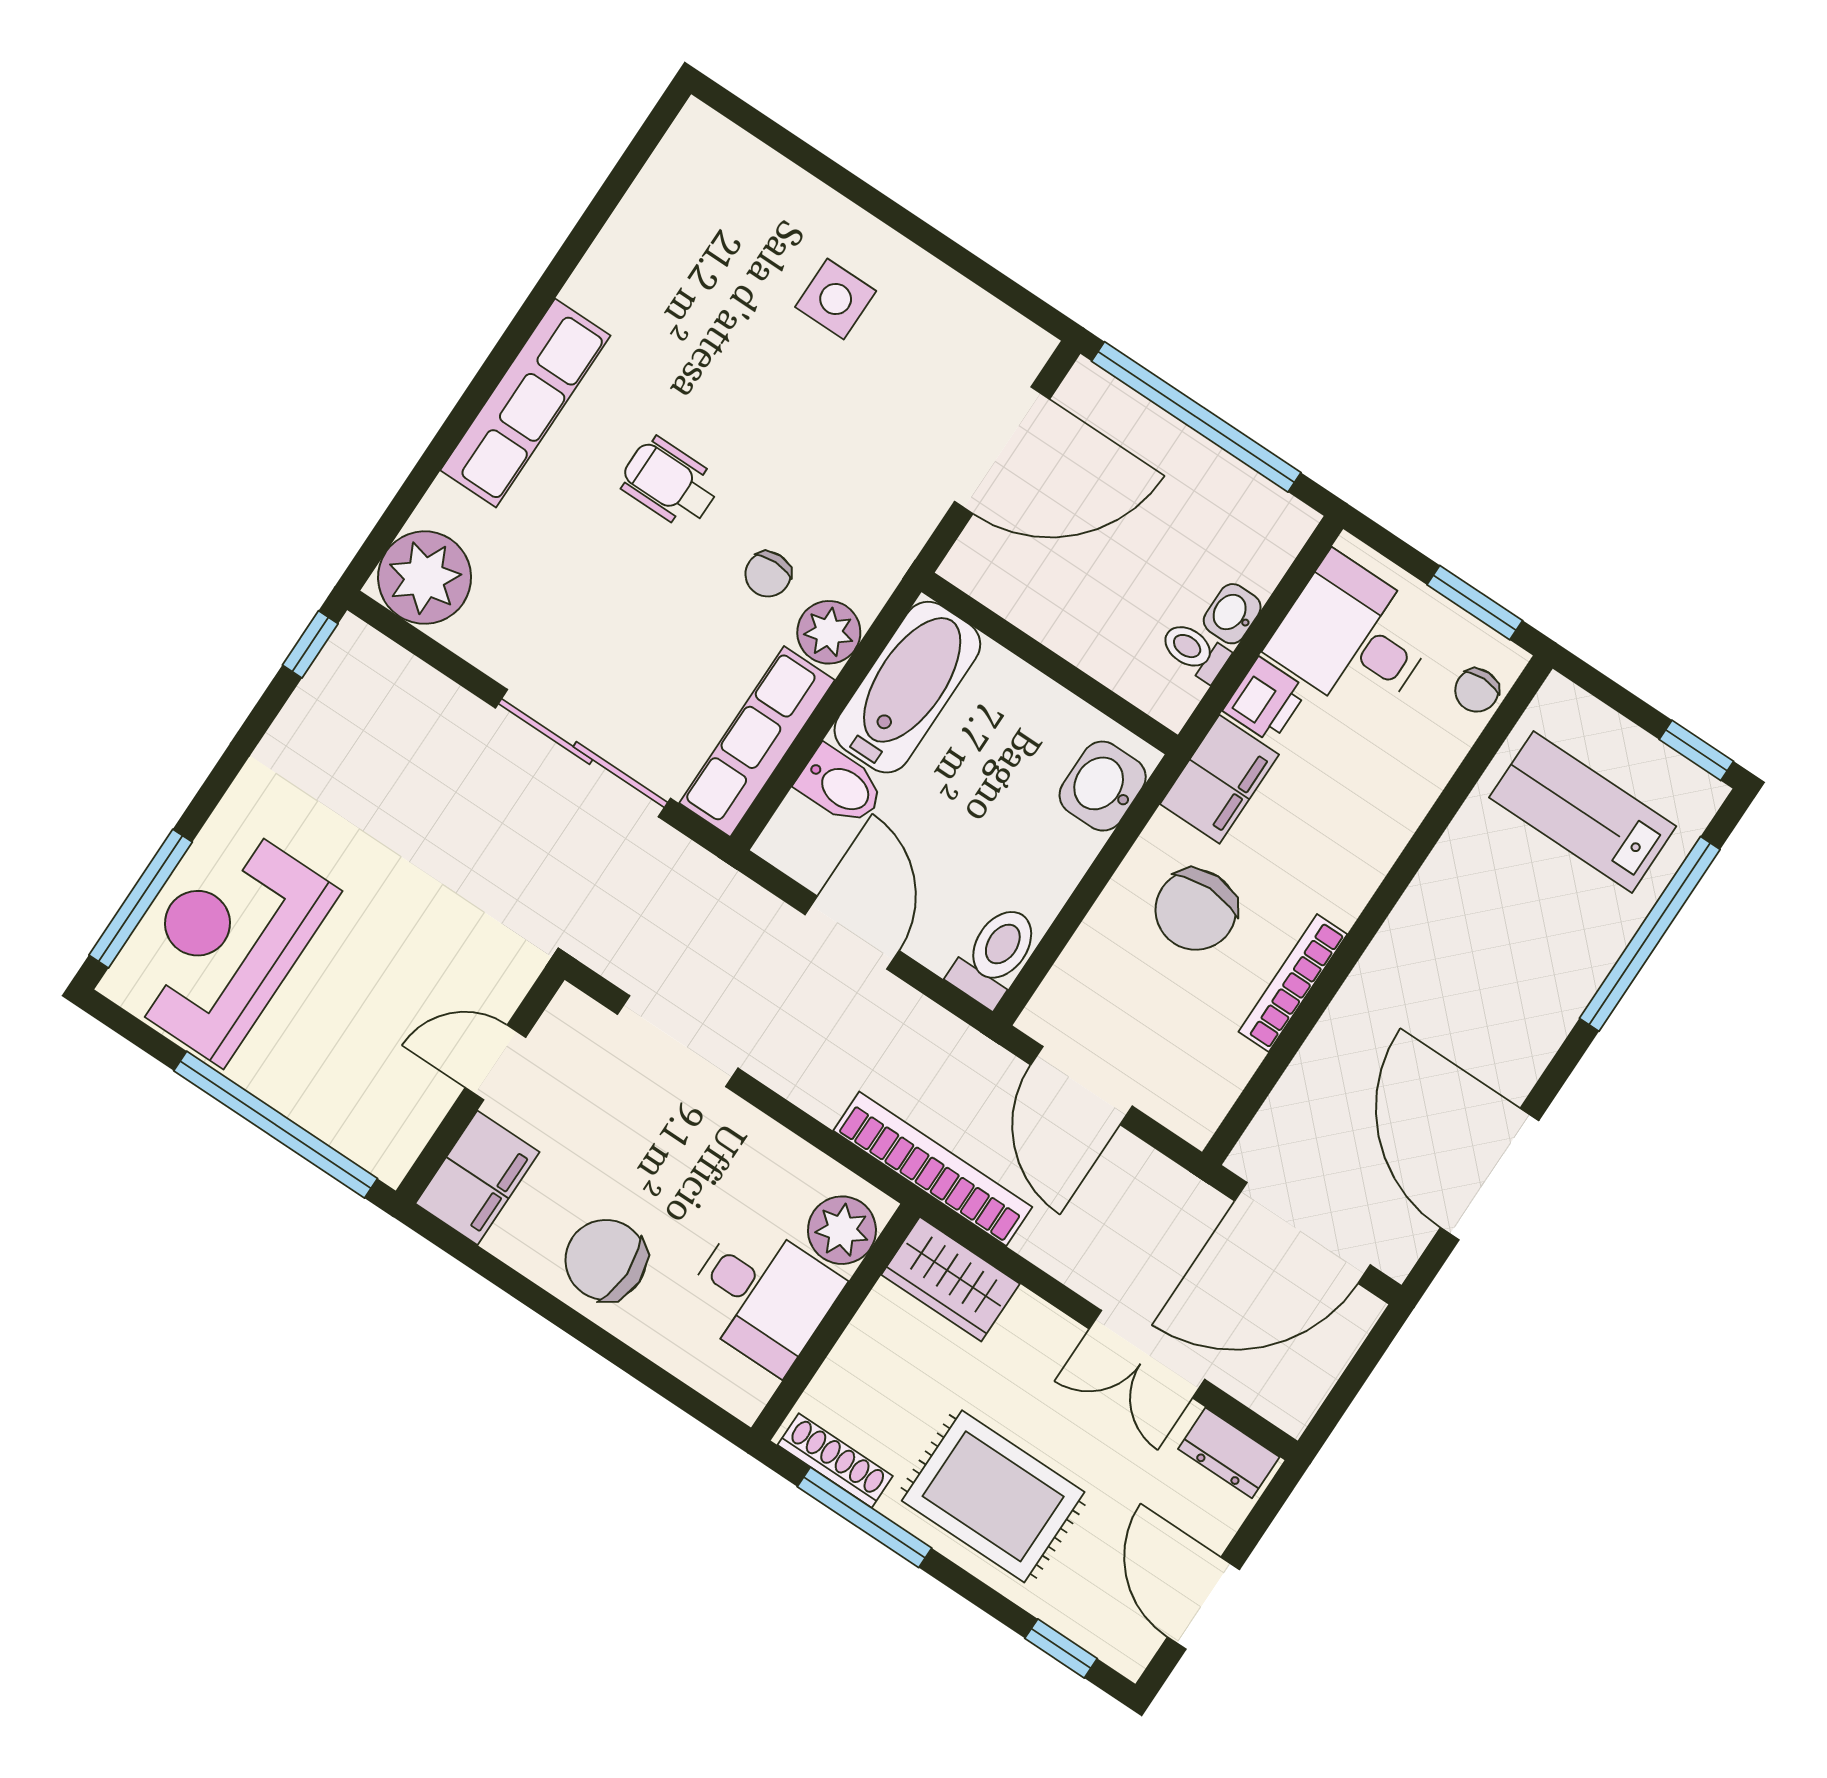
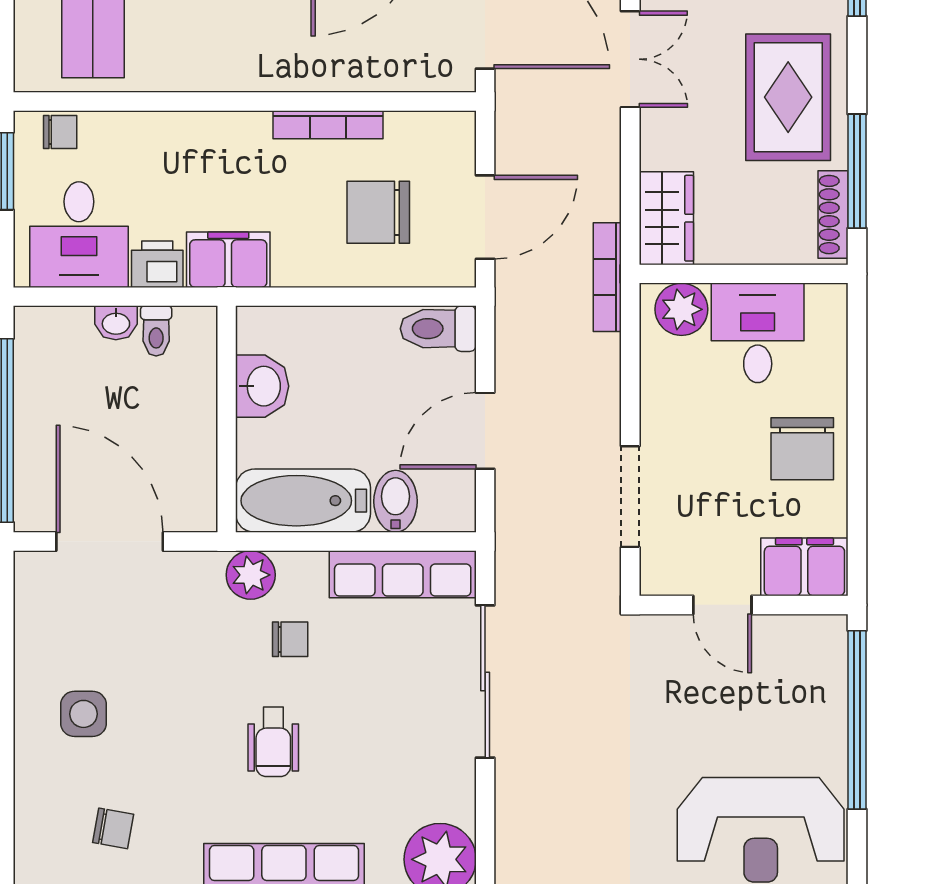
chair: (692, 249) -> (113, 828), added
plant: (829, 632) -> (251, 575), moved
washbasin: (1103, 786) -> (262, 386), moved, turned -90
chair: (1196, 910) -> (378, 212), moved, turned 180
bookcase: (933, 1169) -> (607, 277), width x0.68, depth x0.76

